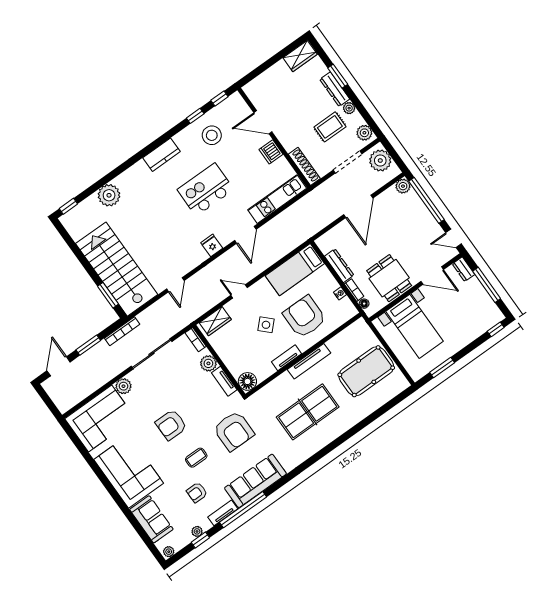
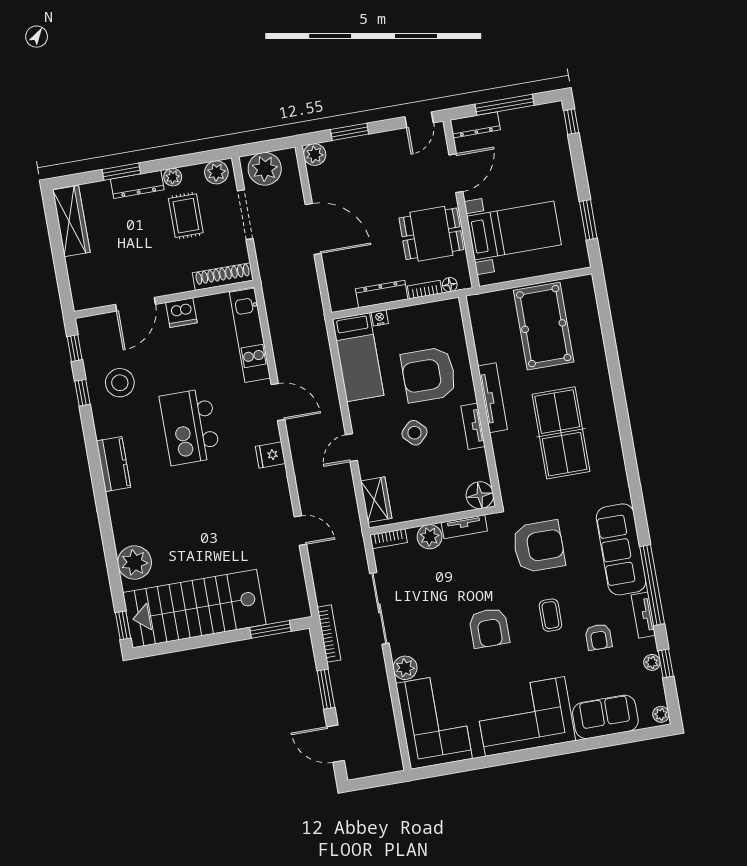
wardrobe: (300, 56) -> (71, 221), width x1.50
window: (426, 200) -> (350, 132), width x0.47
stairs: (117, 269) -> (194, 609), moved
dresser: (464, 269) -> (475, 125), width x1.44
nightstand: (340, 293) -> (380, 318), moved

